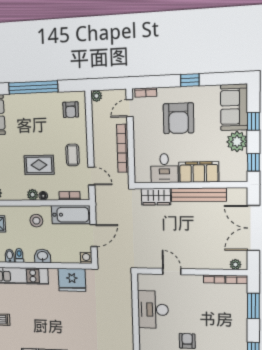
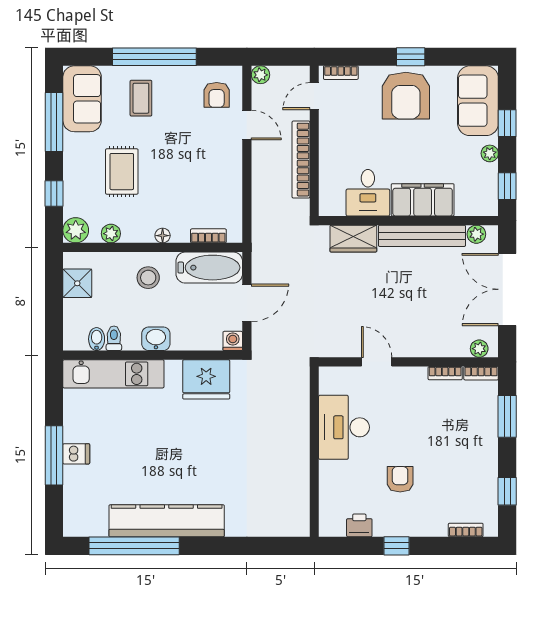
armchair: (178, 118) -> (406, 96), moved
plant: (237, 142) -> (490, 153), width x0.53, depth x0.53
coffee table: (73, 155) -> (141, 98), moved
rug: (39, 165) -> (122, 172), moved, turned 90
door: (91, 176) -> (247, 125), moved
plant: (233, 193) -> (476, 234), added
plant: (33, 195) -> (111, 234), moved

